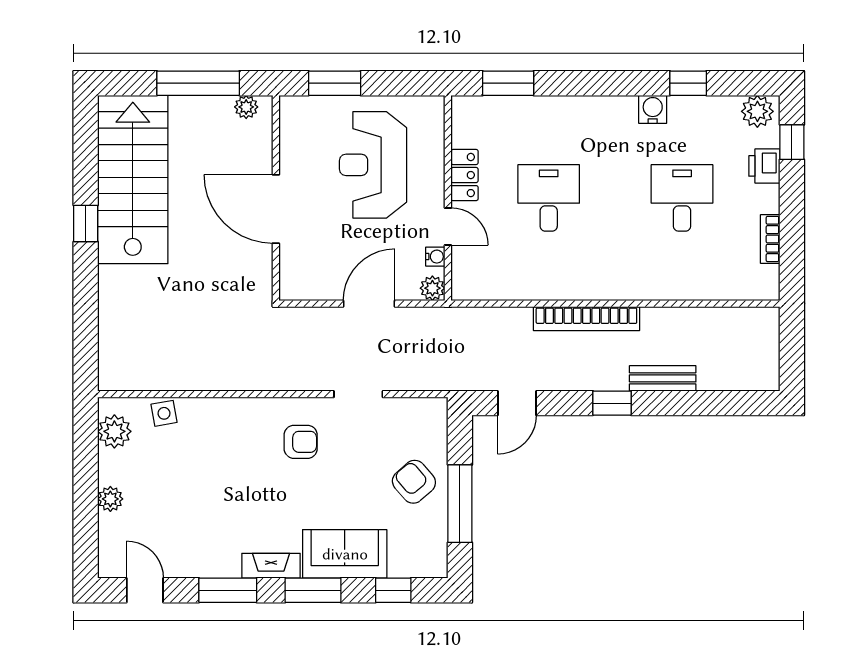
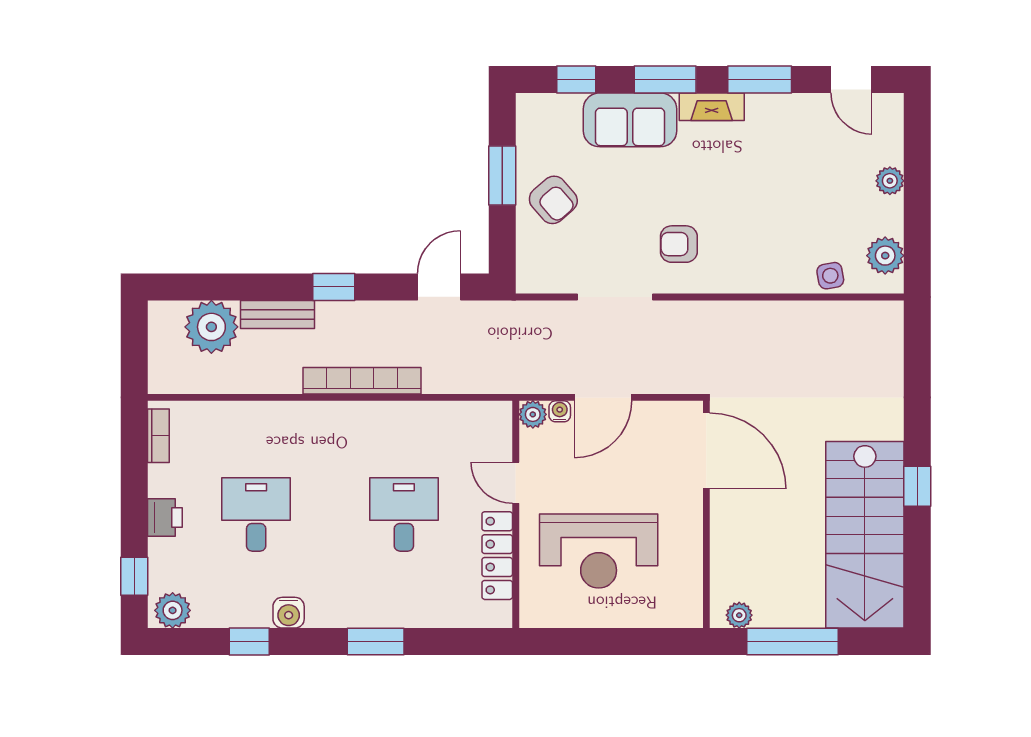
window: (335, 83) -> (641, 642), removed
window: (508, 83) -> (376, 642), moved
reception desk: (373, 165) -> (599, 551), turned 90
printer: (764, 166) -> (165, 518), moved
locker: (465, 175) -> (497, 556), width x1.53
desk: (549, 198) -> (404, 514), turned 180
desk: (682, 198) -> (256, 514), turned 180
door: (276, 209) -> (706, 451), moved
bookcase: (770, 239) -> (158, 436), moved
water cooler: (435, 257) -> (560, 411), moved, turned 90
plant: (722, 367) -> (211, 327), added
doorway: (358, 394) -> (615, 297), width x1.38
window: (460, 504) -> (502, 176), width x0.69

